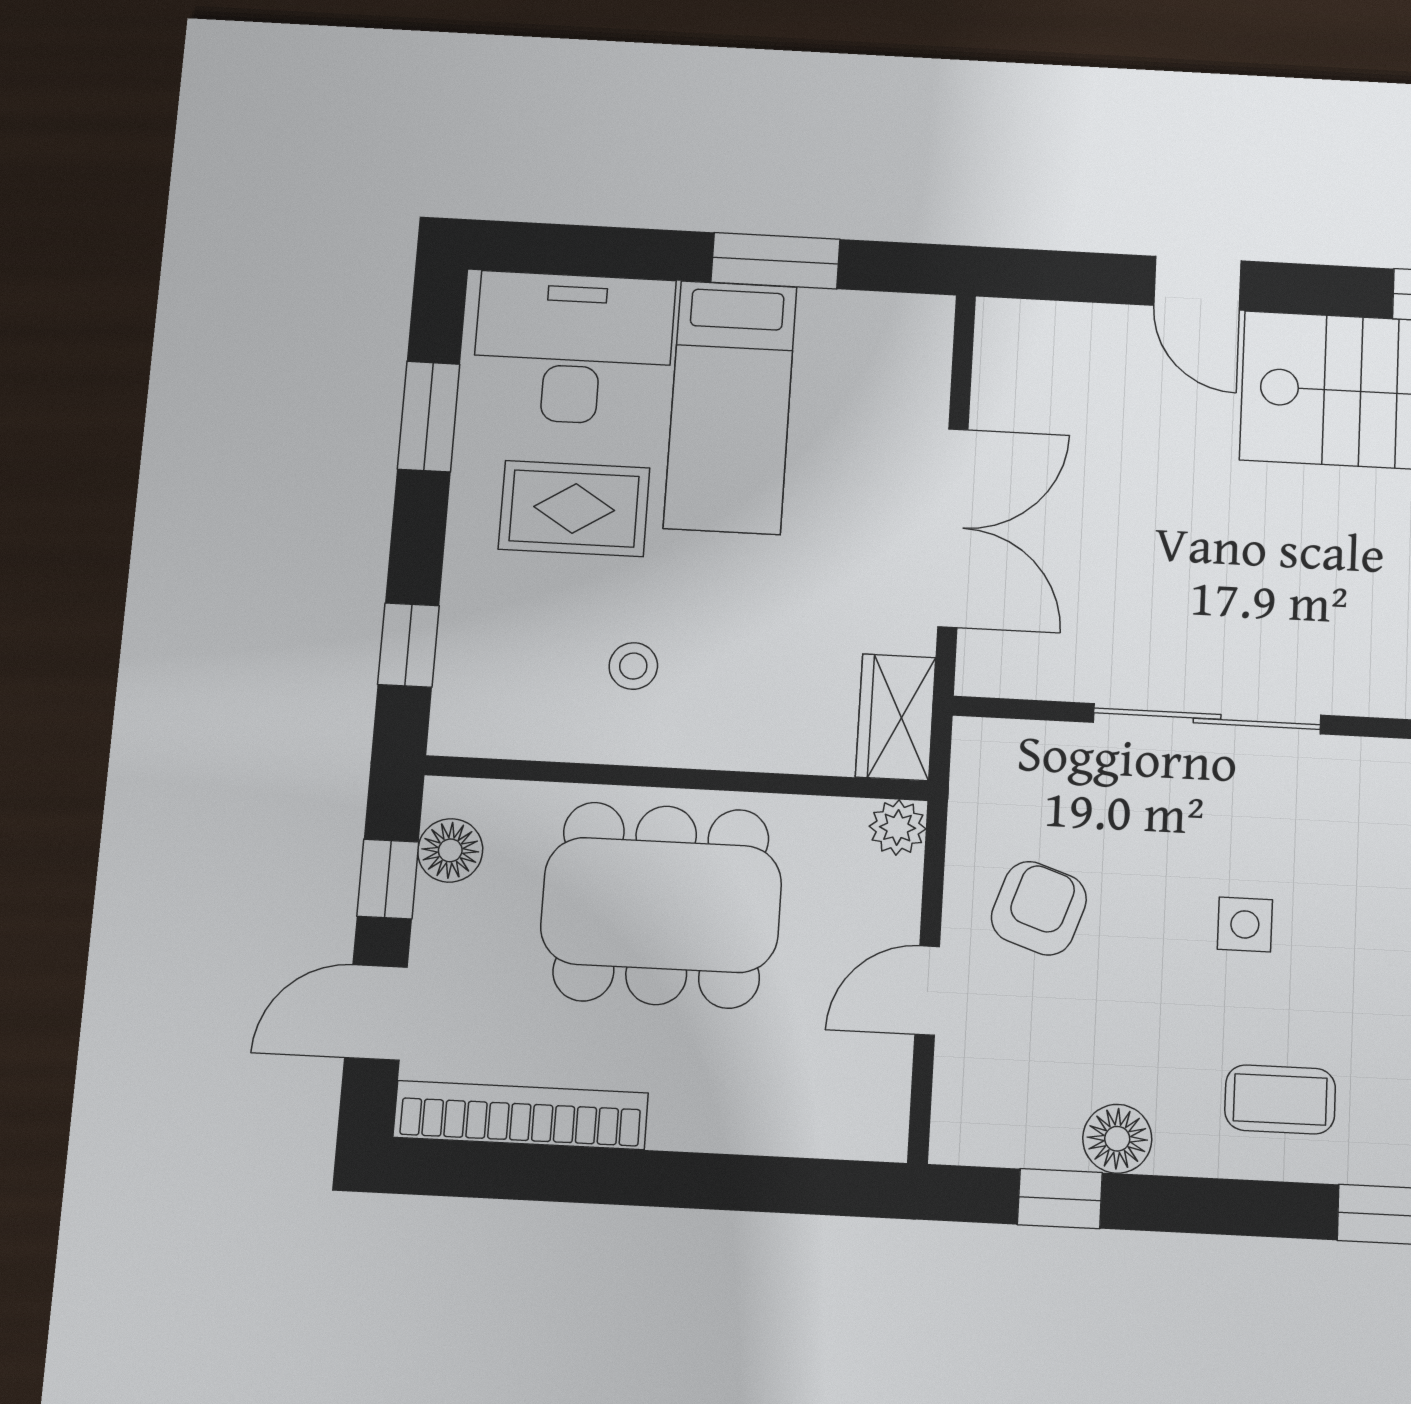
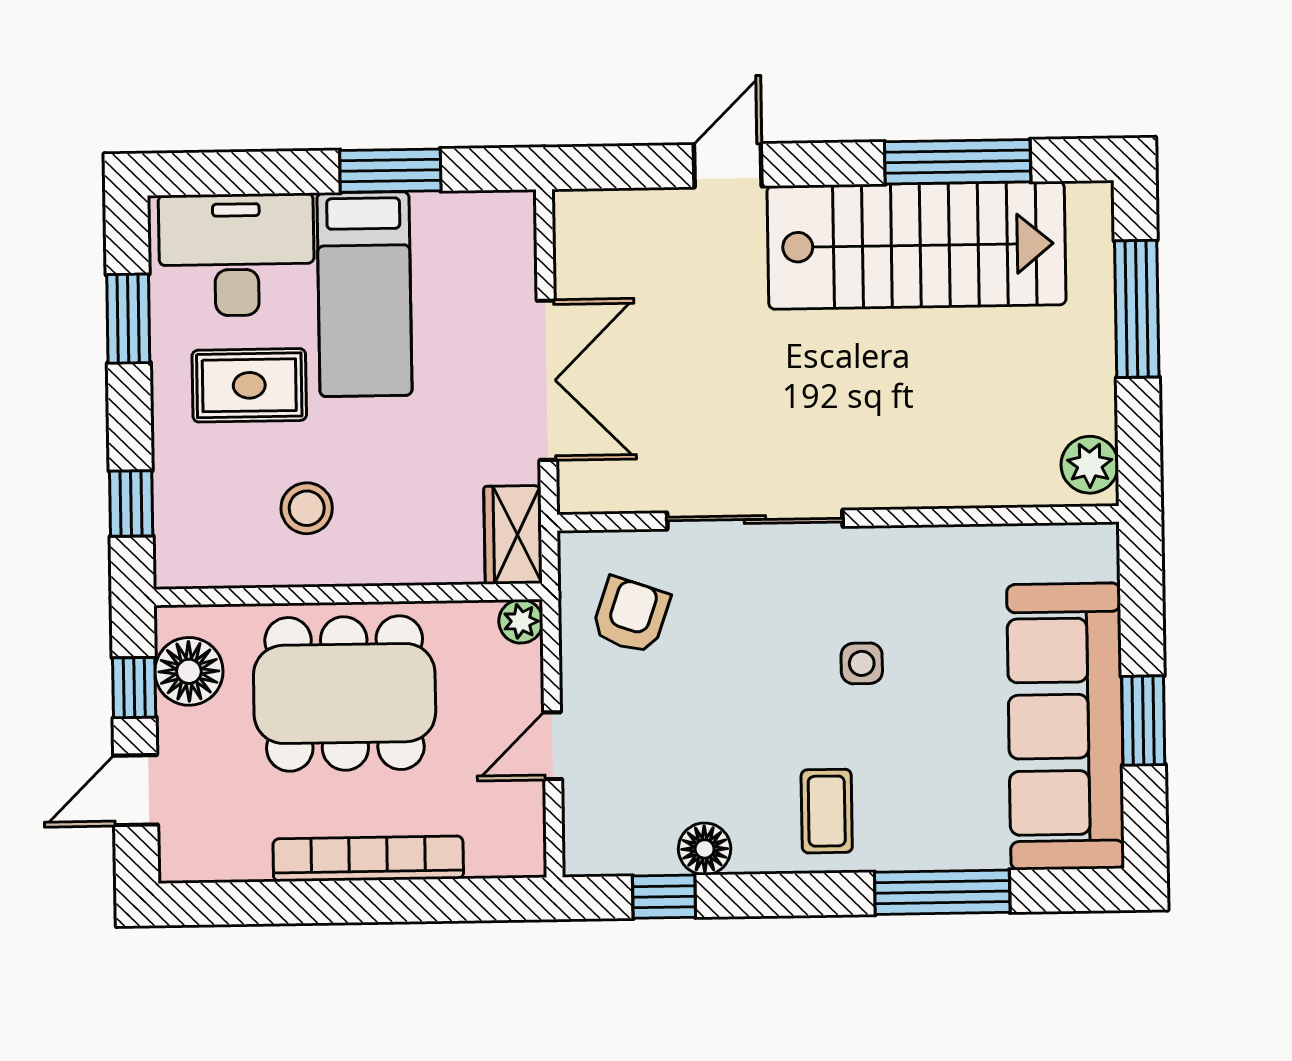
door: (1197, 283) -> (728, 165), swing flipped
stool: (633, 666) -> (307, 508), width x1.37, depth x1.37
floor lamp: (450, 850) -> (189, 671), width x1.38, depth x1.38
armchair: (1039, 908) -> (631, 615), moved
side table: (1245, 924) -> (862, 663), moved
coffee table: (1280, 1099) -> (827, 811), turned 90
bookcase: (521, 1115) -> (368, 859), moved

